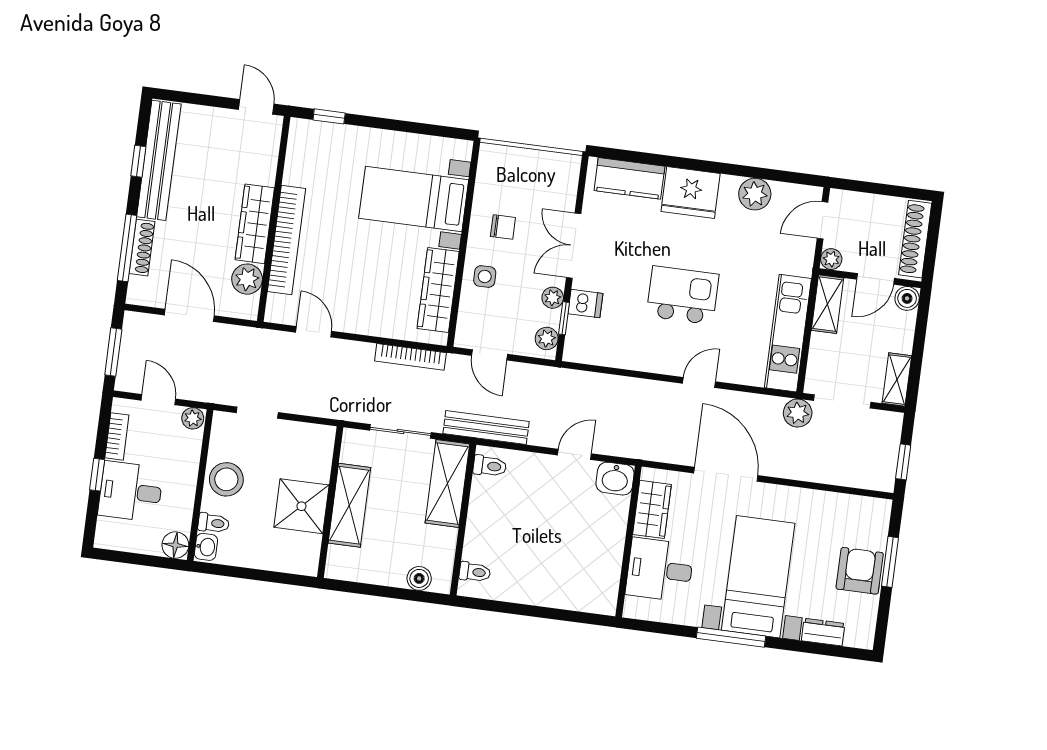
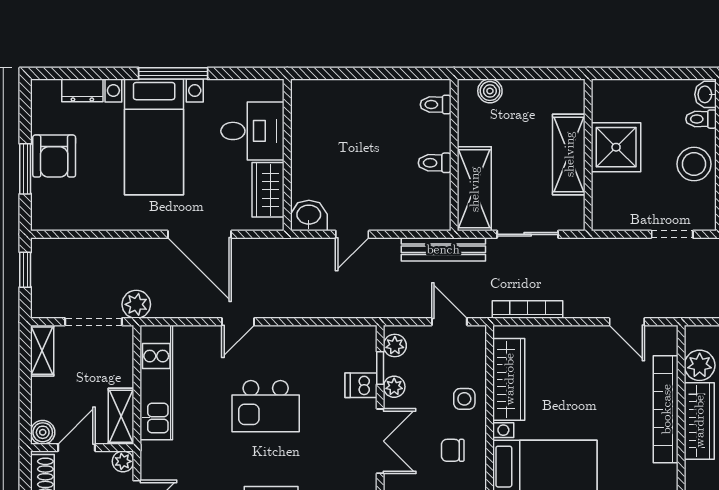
toilet: (490, 466) -> (435, 163), moved

